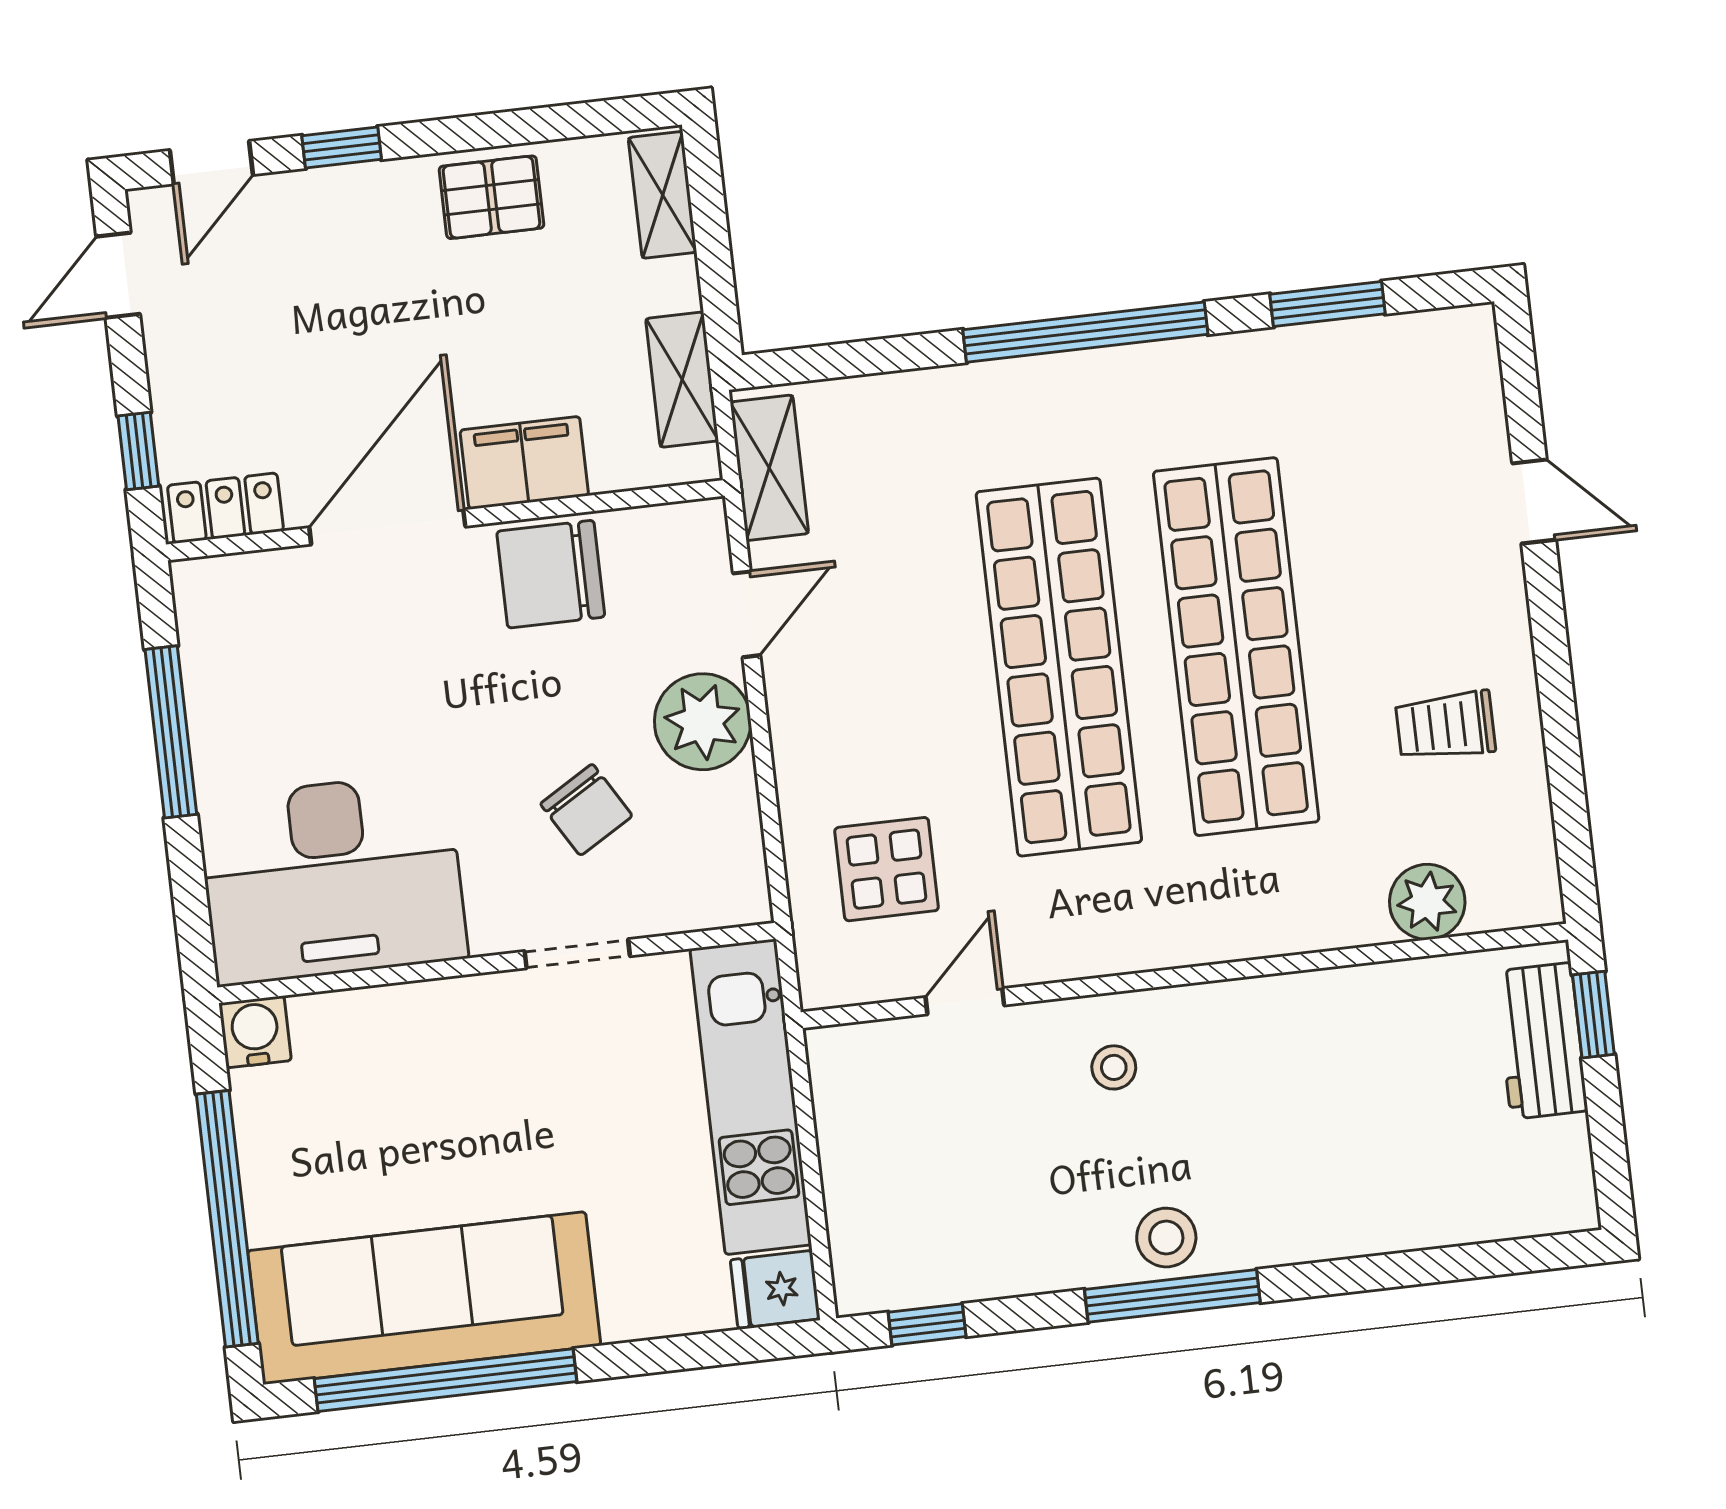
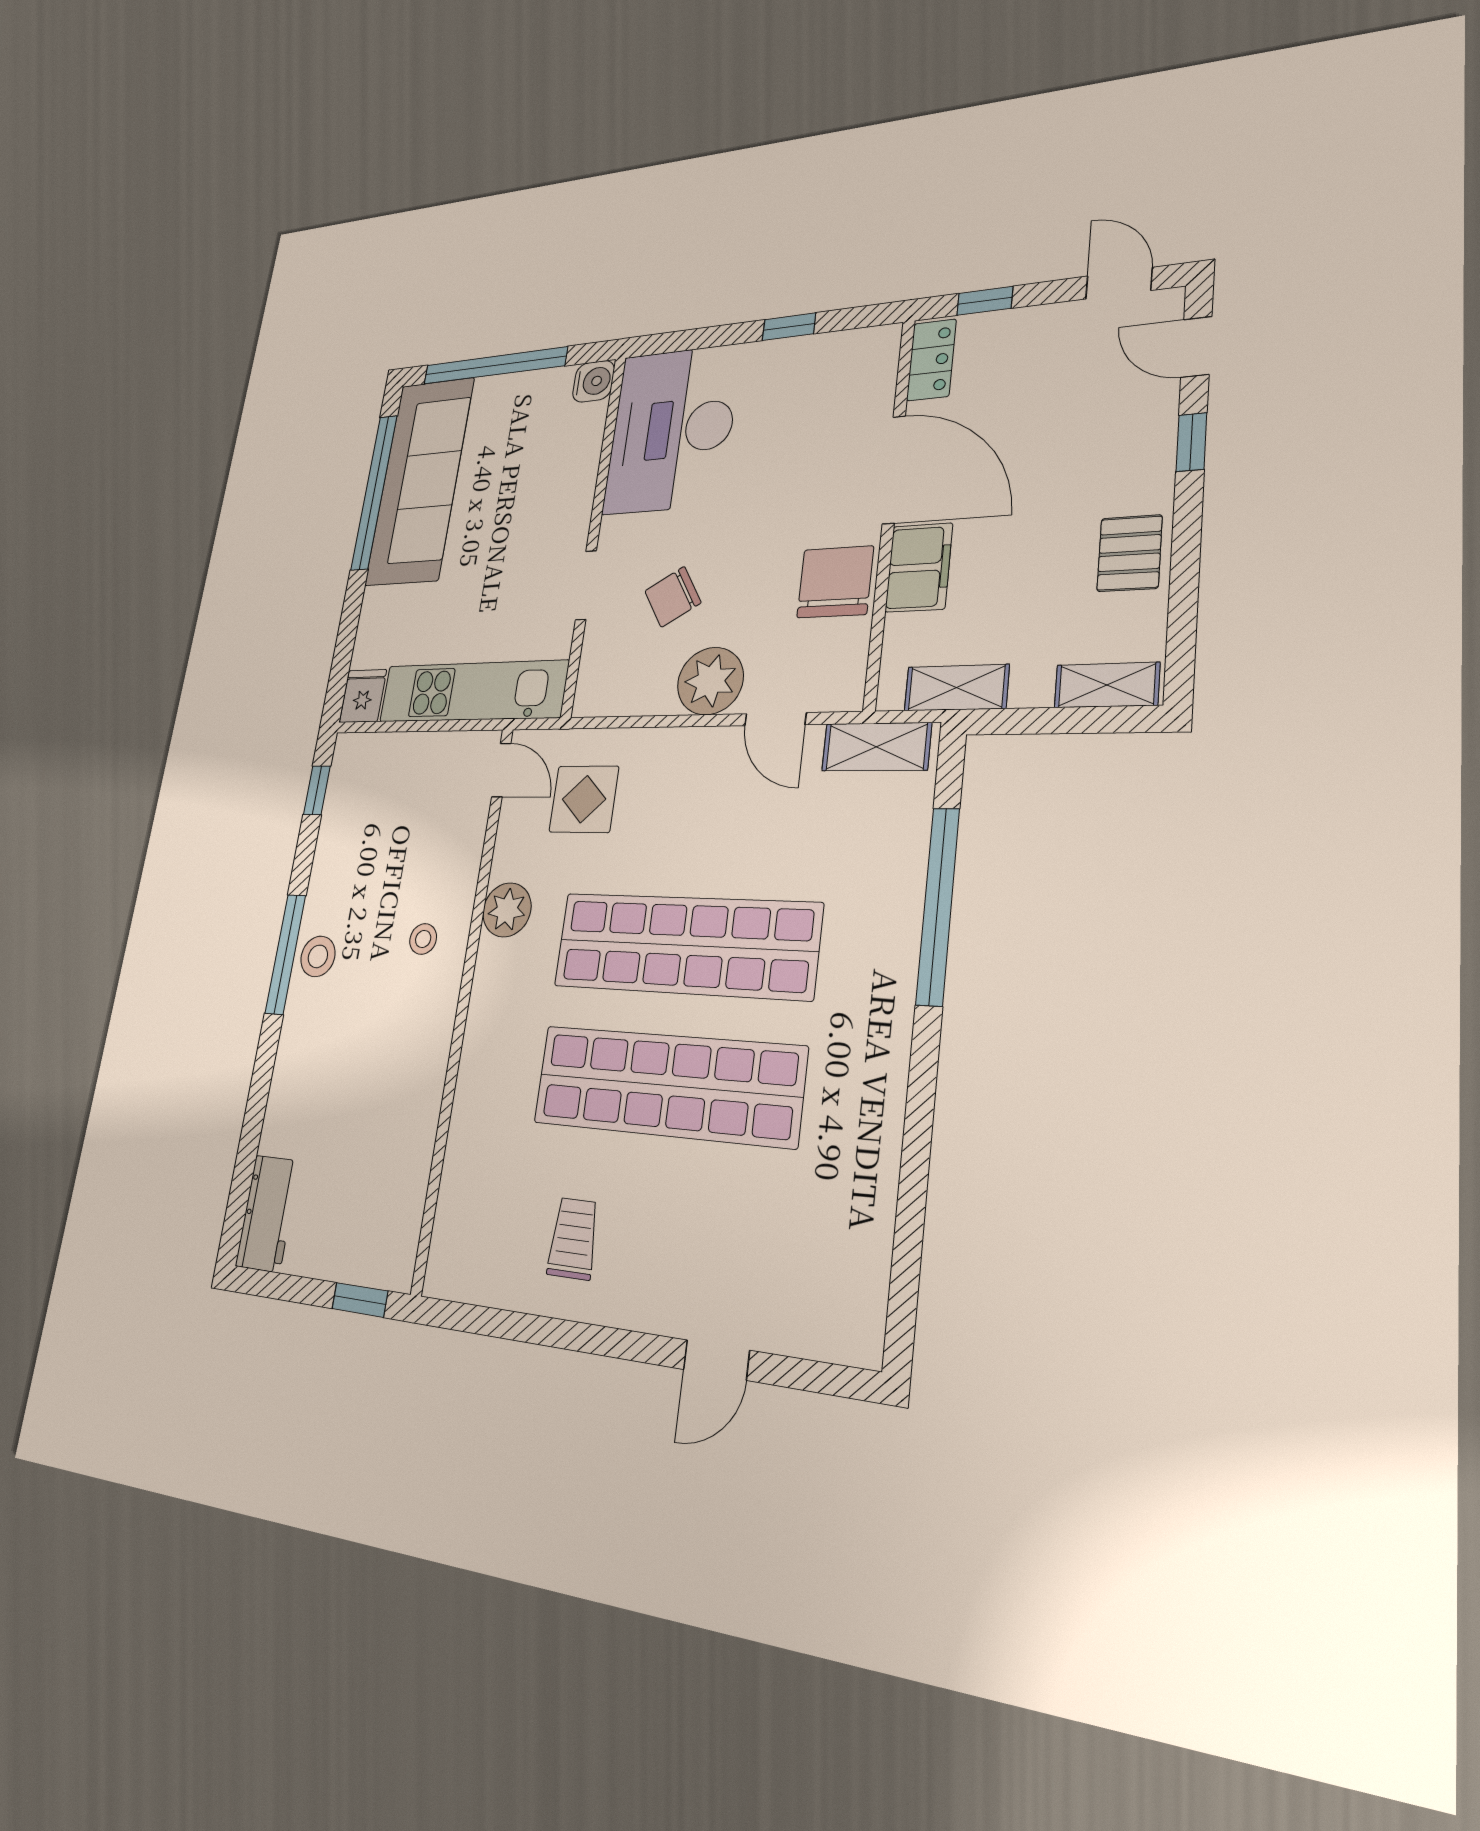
window: (1328, 304) -> (910, 1222), removed
window: (1085, 332) -> (938, 906), moved
window: (171, 732) -> (789, 327), width x0.46
plant: (1427, 902) -> (507, 910), moved
door: (965, 1001) -> (501, 770), moved
workbench: (1541, 1041) -> (268, 1213), moved, turned 90

